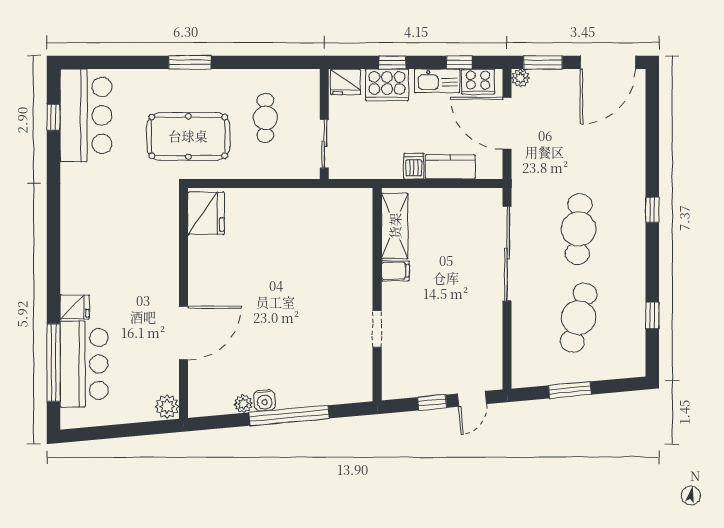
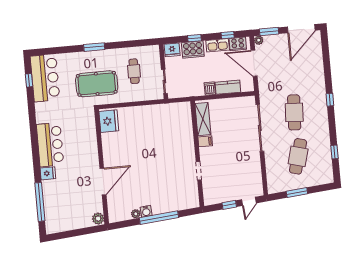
bar counter: (84, 364) -> (50, 145), moved

